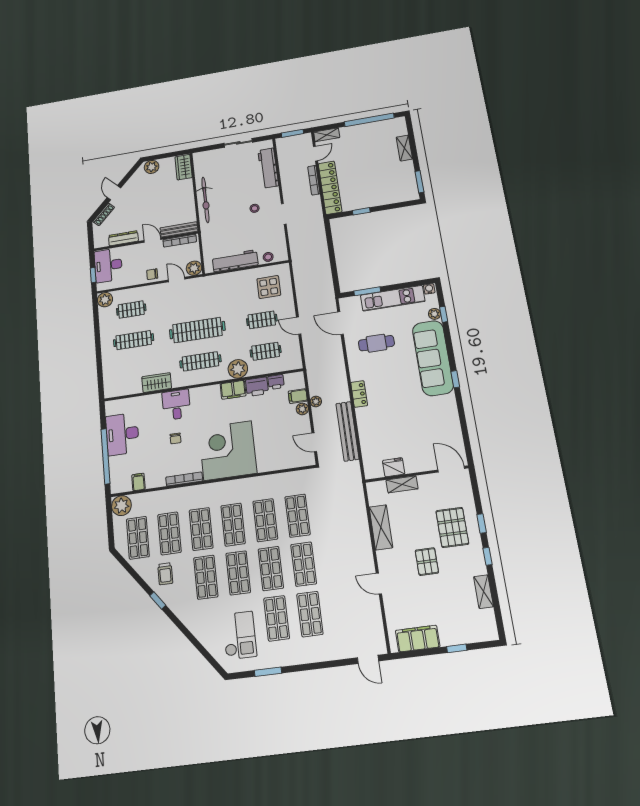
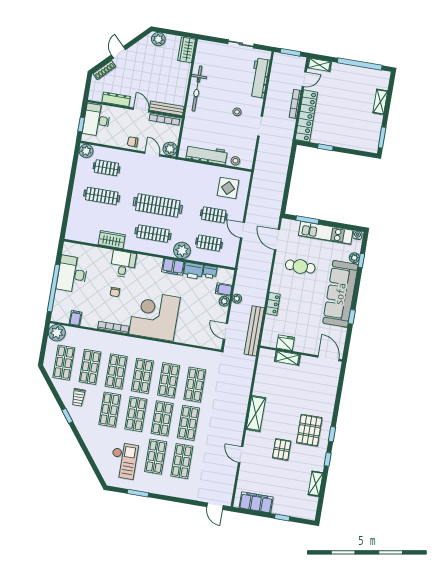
fridge: (394, 467) -> (285, 343), moved
door: (451, 469) -> (329, 358), moved
wall: (417, 474) -> (301, 354), moved
shelving: (402, 484) -> (287, 358), moved

